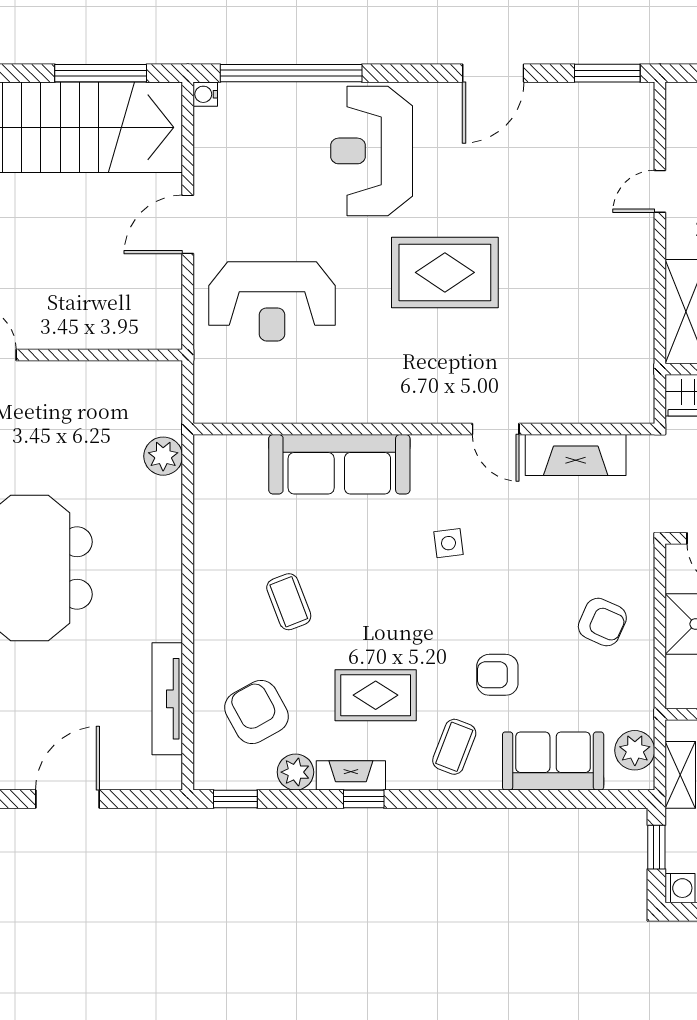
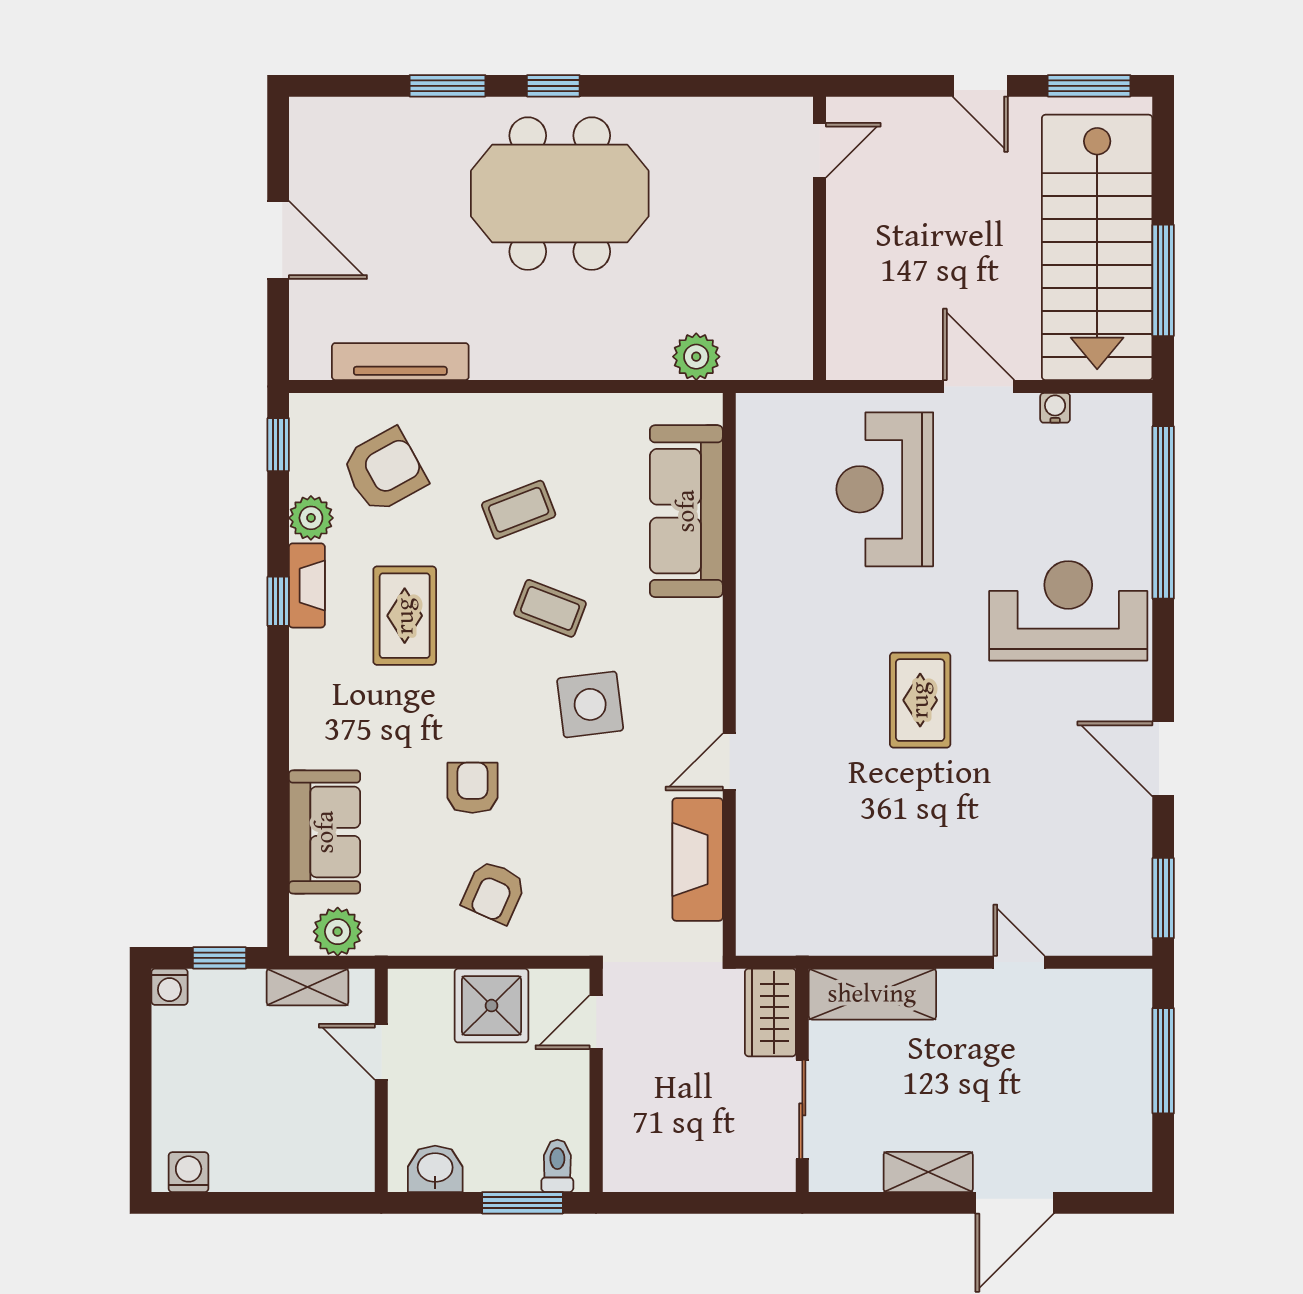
water cooler: (205, 94) -> (1055, 408), moved
rug: (445, 272) -> (920, 700), width x0.73, depth x0.70
sofa: (339, 464) -> (686, 511), moved
side table: (448, 543) -> (590, 704), width x1.87, depth x1.87
armchair: (497, 675) -> (472, 788), moved
coffee table: (454, 747) -> (550, 608), moved

